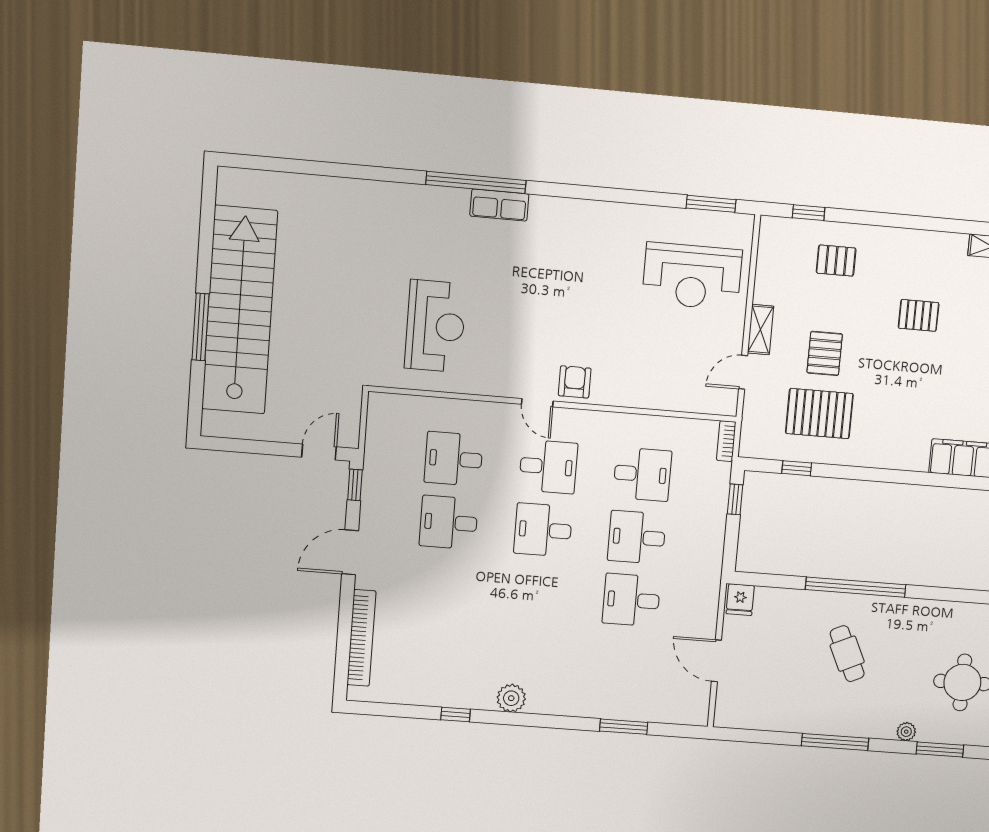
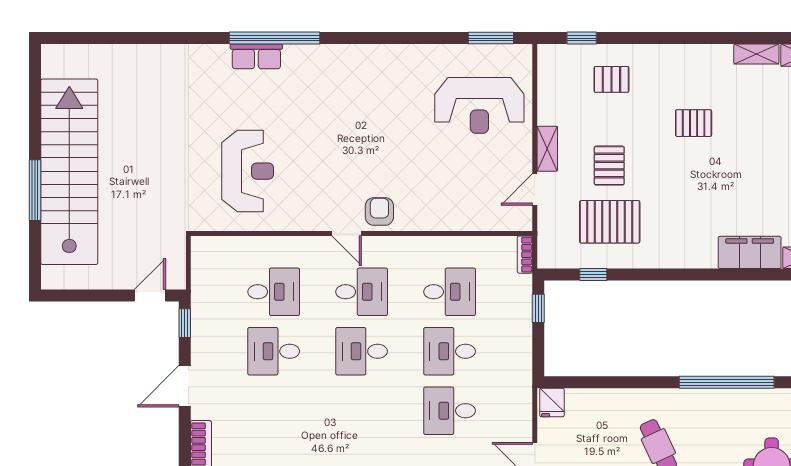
row of seats: (499, 205) -> (256, 56), moved
desk: (454, 459) -> (274, 292), turned 180
window: (856, 587) -> (727, 382), moved

